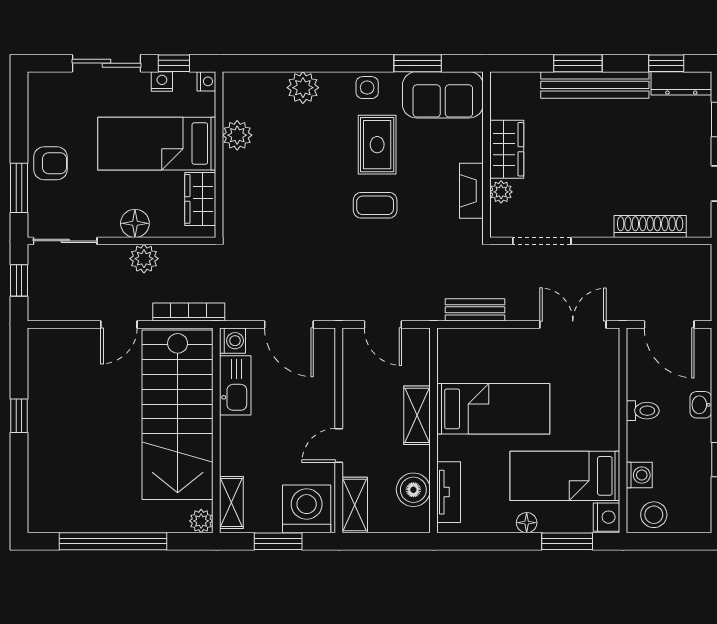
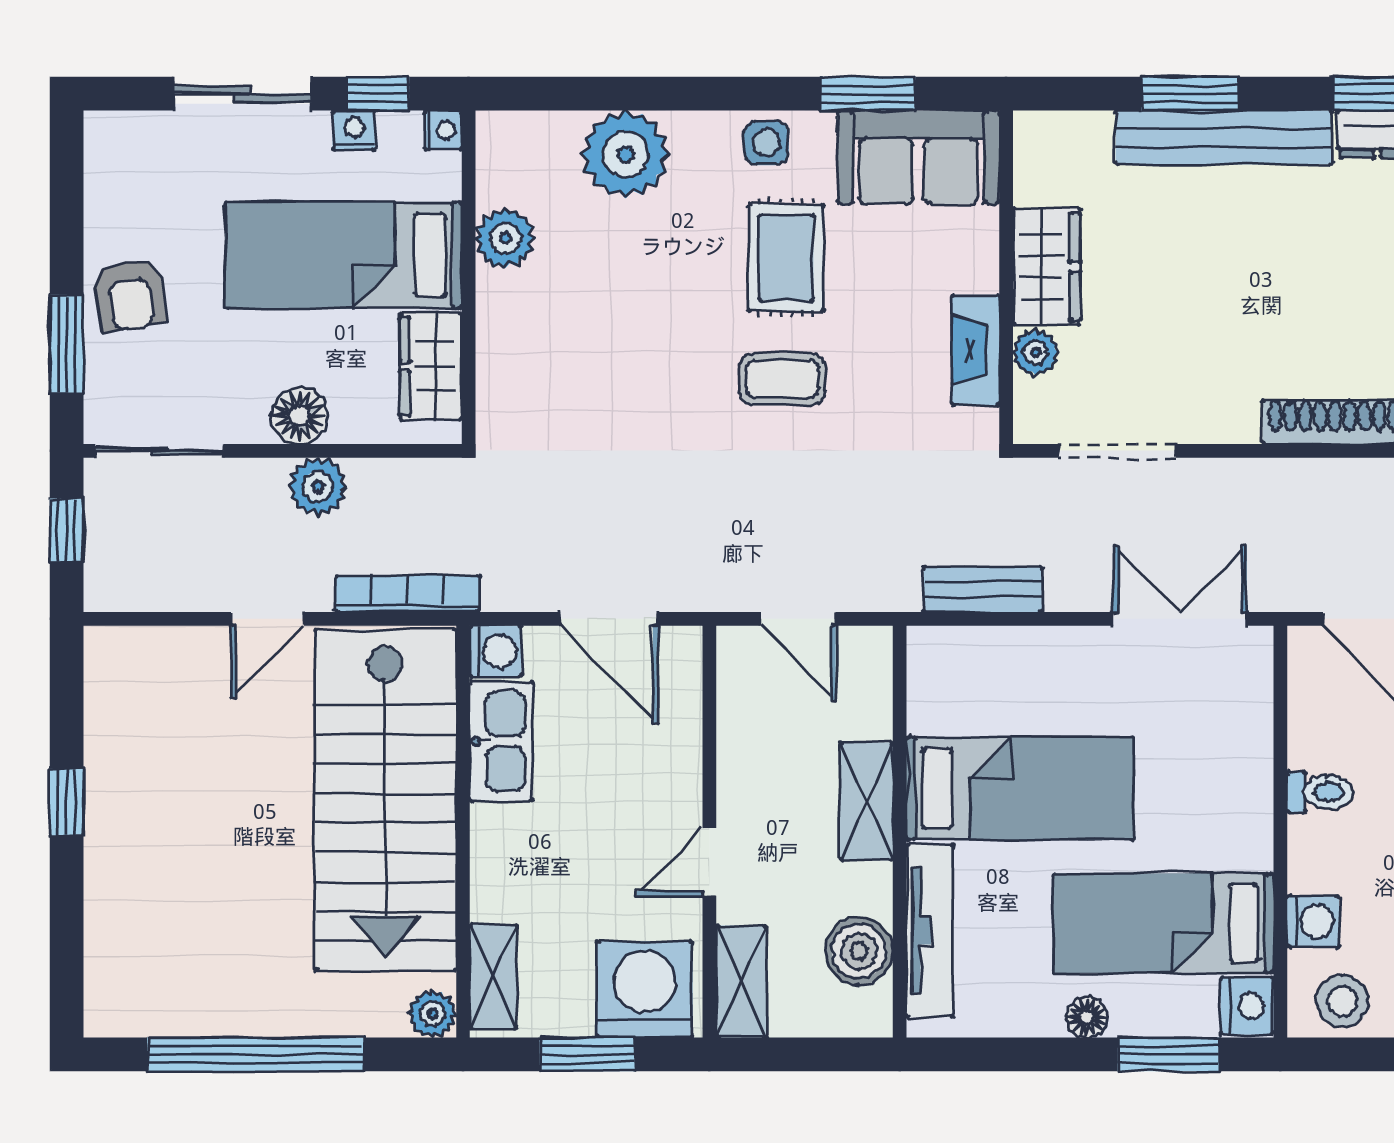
plant: (303, 88) -> (626, 154), width x1.36, depth x1.36
armchair: (51, 163) -> (130, 295), turned 81
tv unit: (449, 492) -> (930, 931), width x1.41

